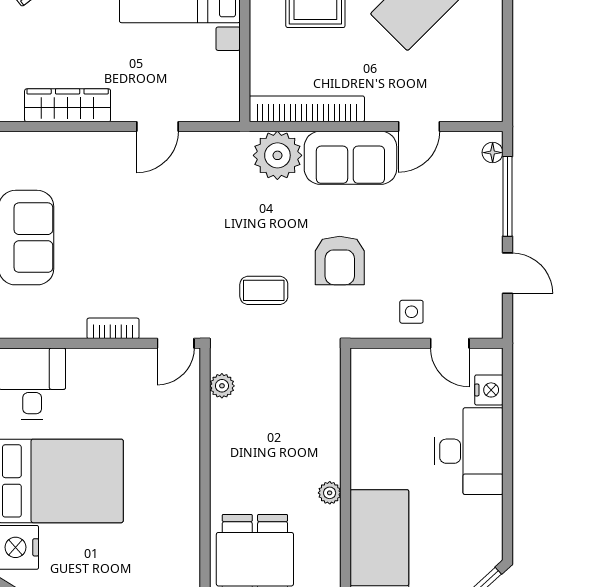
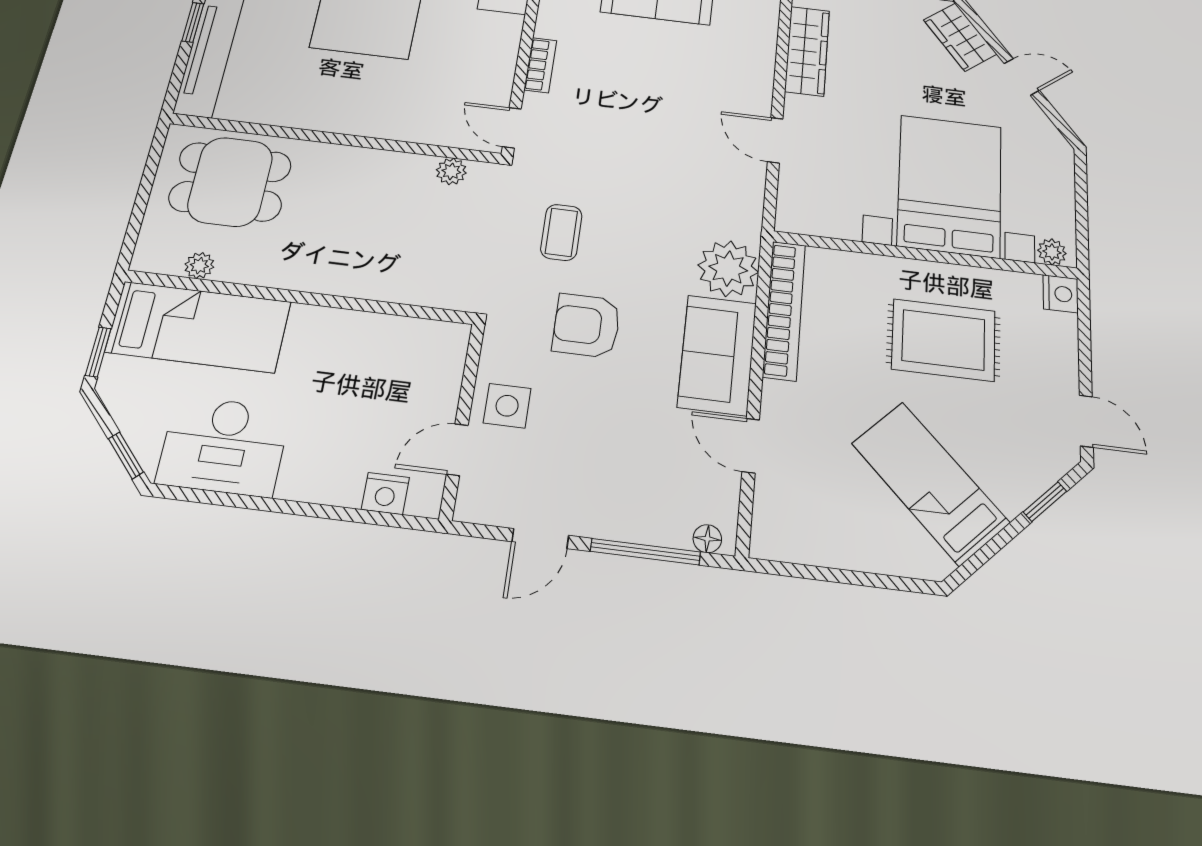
side table: (411, 312) -> (507, 406), width x1.37, depth x1.37
desk: (469, 451) -> (224, 446), moved
plant: (330, 493) -> (199, 266), moved

